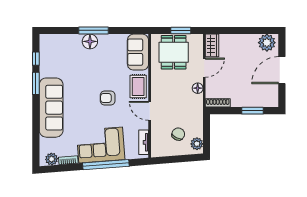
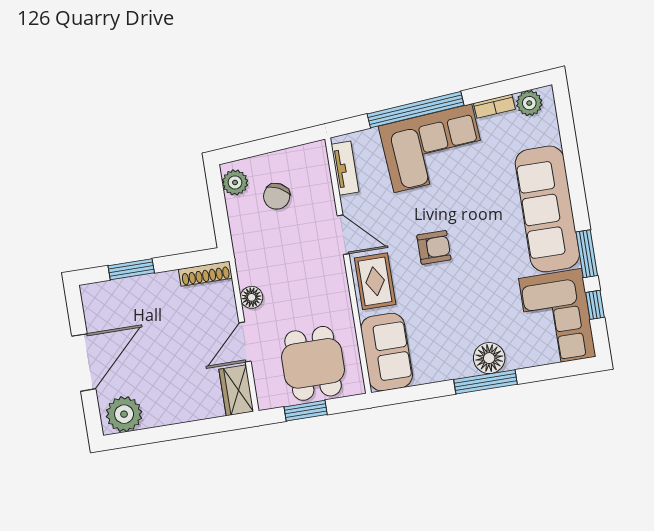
corner sofa: (55, 55) -> (557, 318), added

